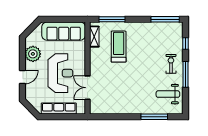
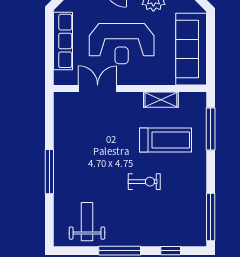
shelving: (94, 37) -> (161, 100), moved
exercise bike: (171, 64) -> (144, 182), moved
window: (154, 117) -> (49, 172), moved

